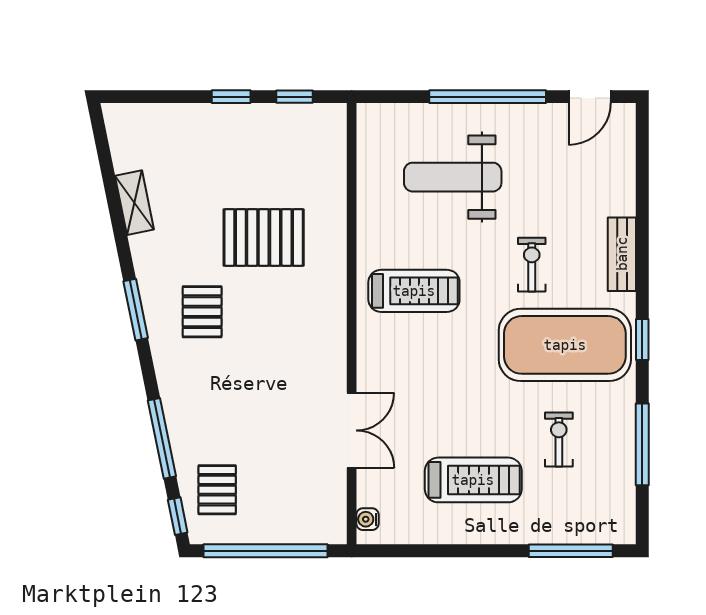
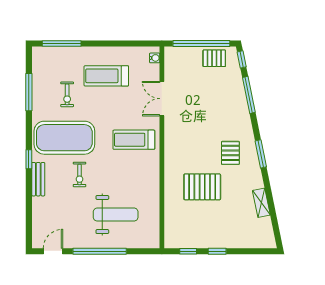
treadmill: (414, 291) -> (134, 140), moved
window: (642, 339) -> (29, 159), moved
pallet: (217, 490) -> (214, 58), moved, turned 90

